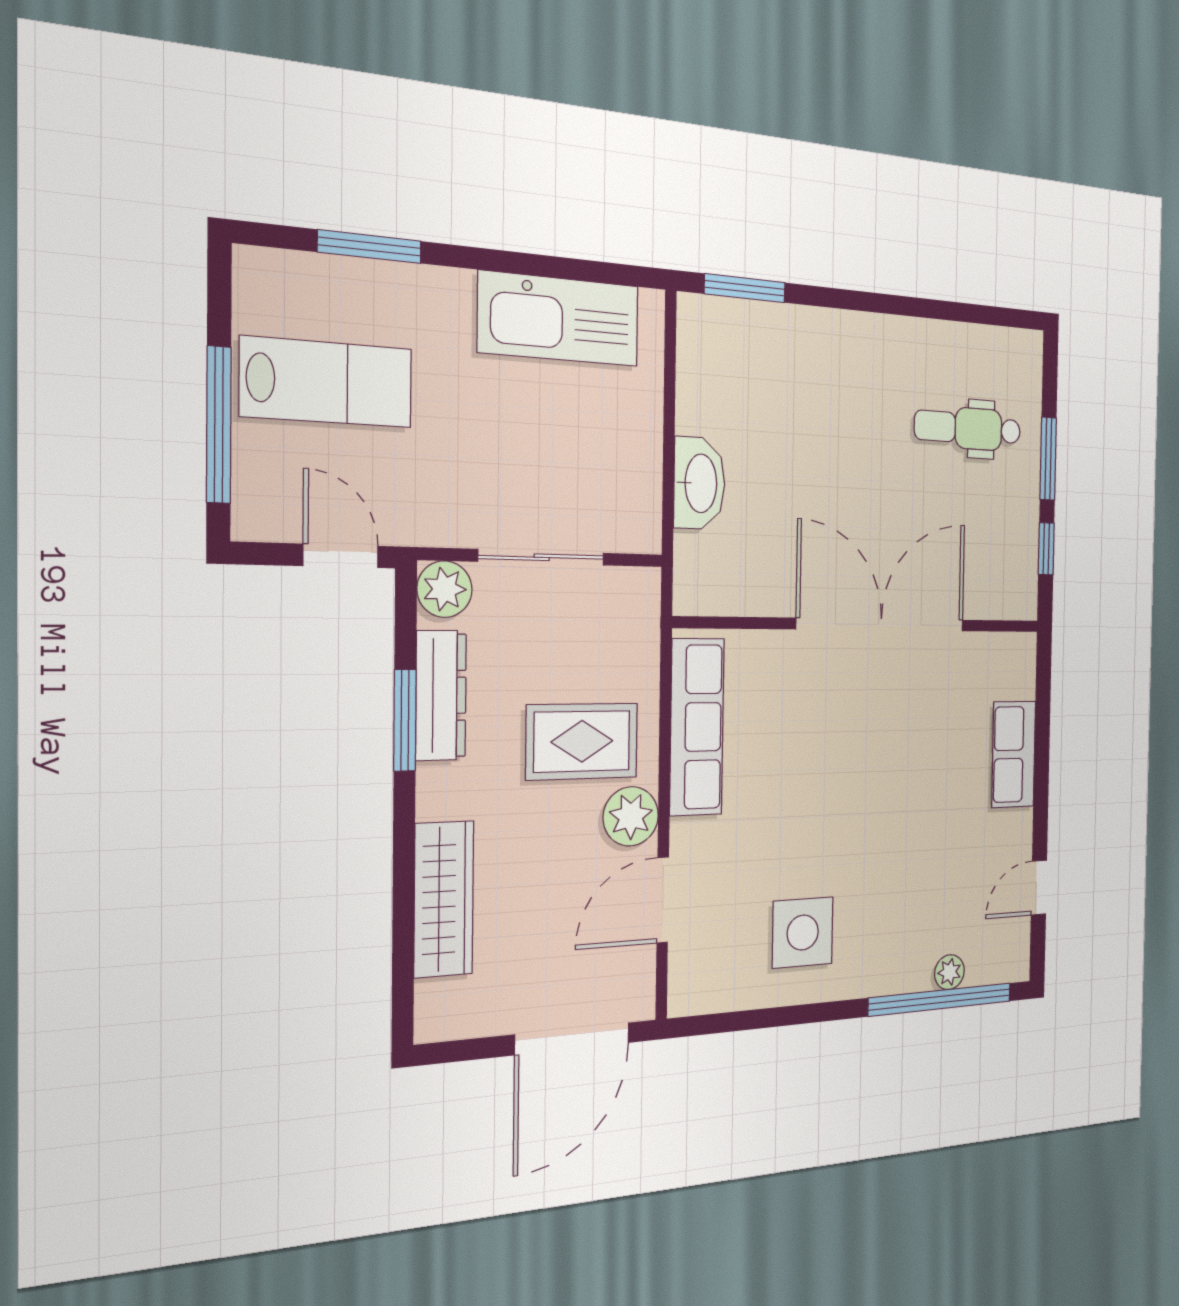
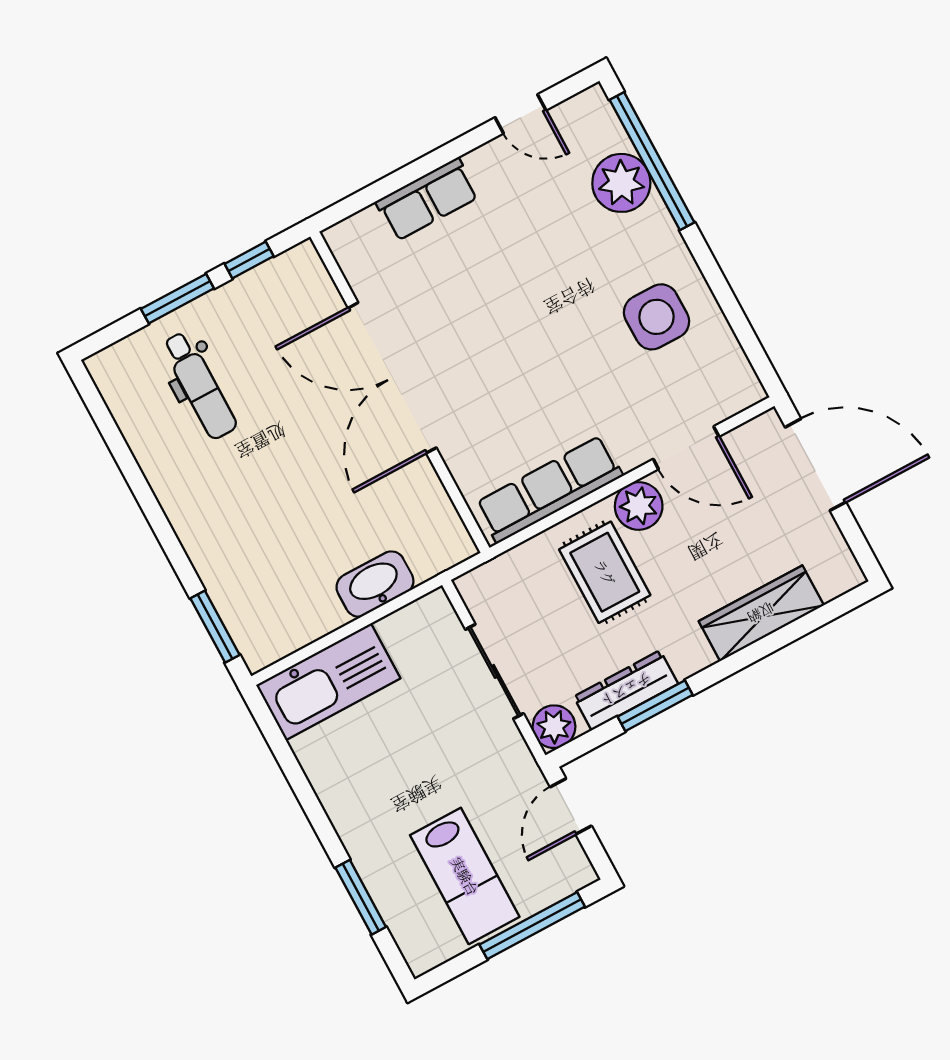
kitchen sink: (559, 319) -> (328, 682), moved, turned 90
lab bench: (327, 382) -> (465, 876), turned 180
plant: (949, 972) -> (621, 183), width x1.87, depth x1.87

